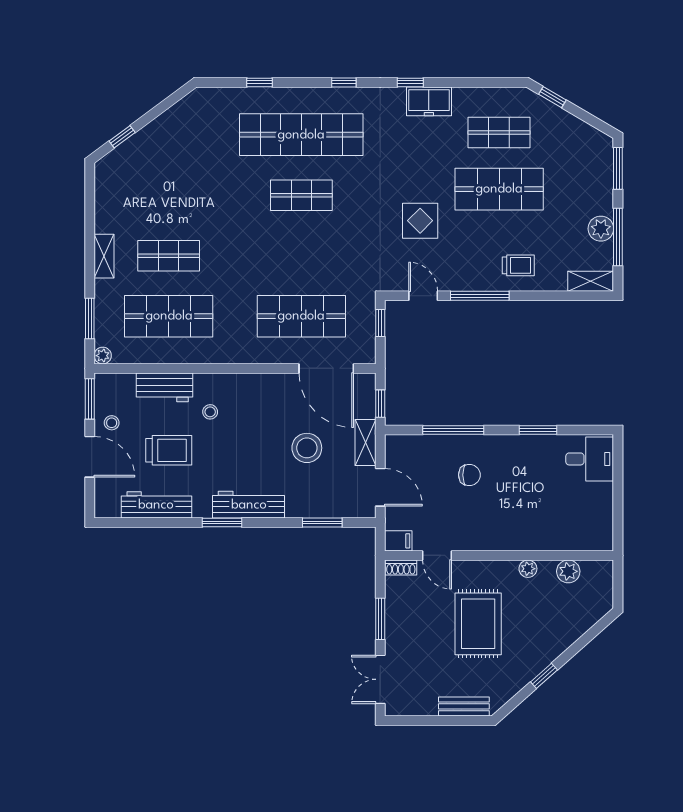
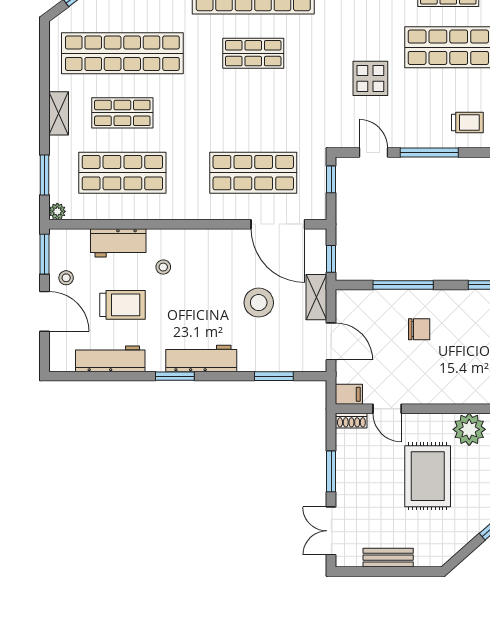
shop shelf: (169, 195) -> (122, 53), added
plant: (528, 569) -> (469, 429), width x1.87, depth x1.87
bench: (464, 706) -> (388, 558), moved

